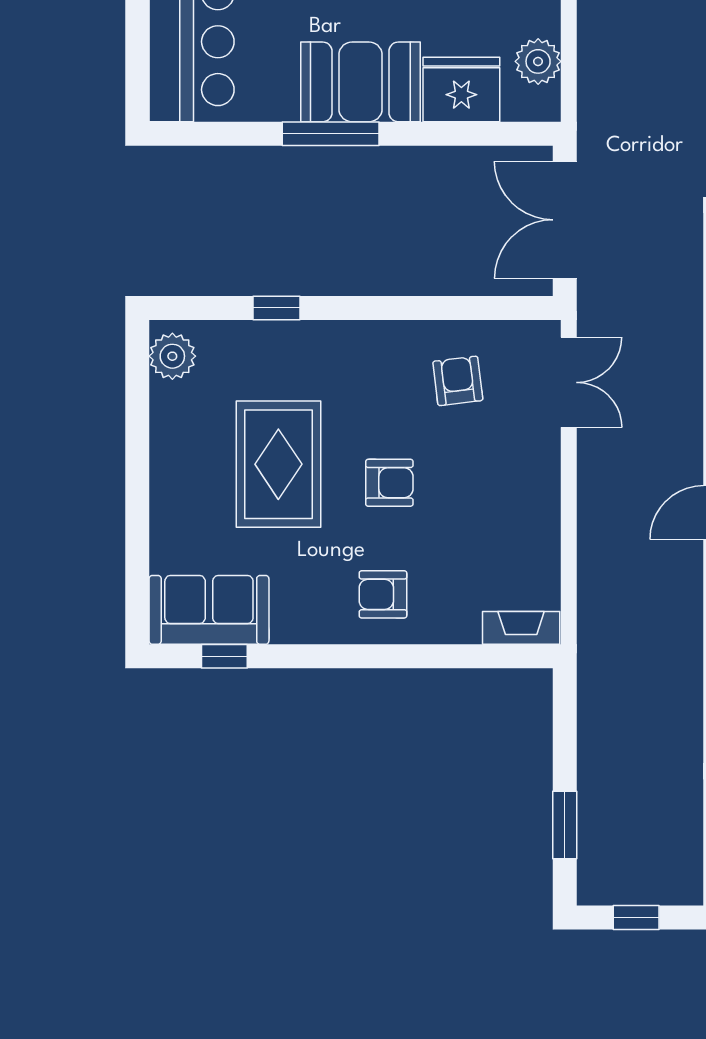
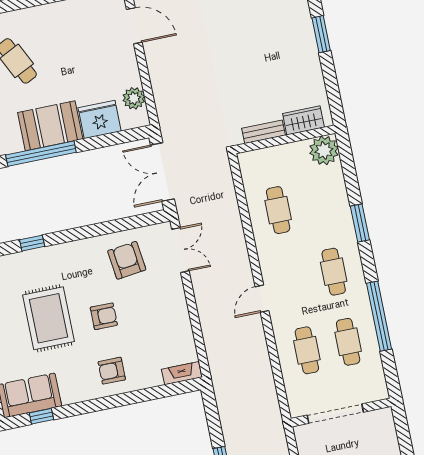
window: (331, 134) -> (41, 154), width x1.46
armchair: (458, 381) -> (127, 260), width x1.38, depth x1.38

